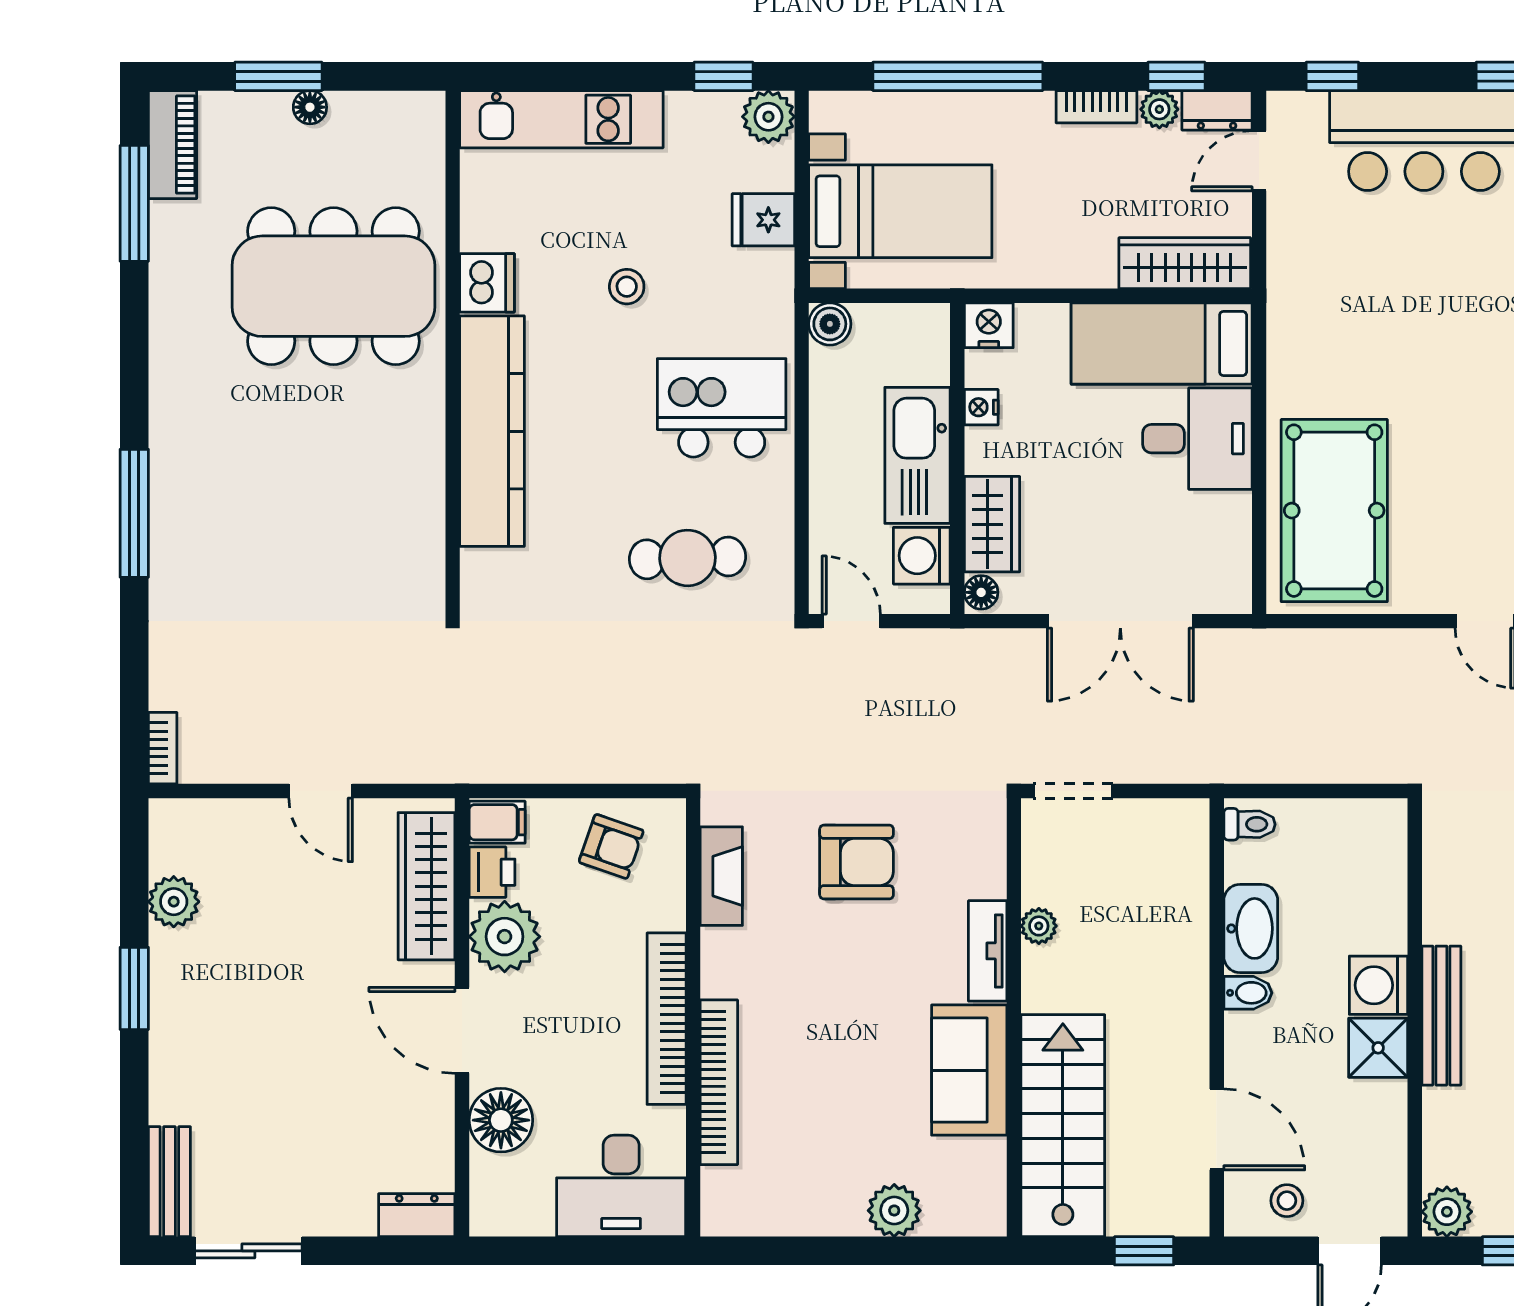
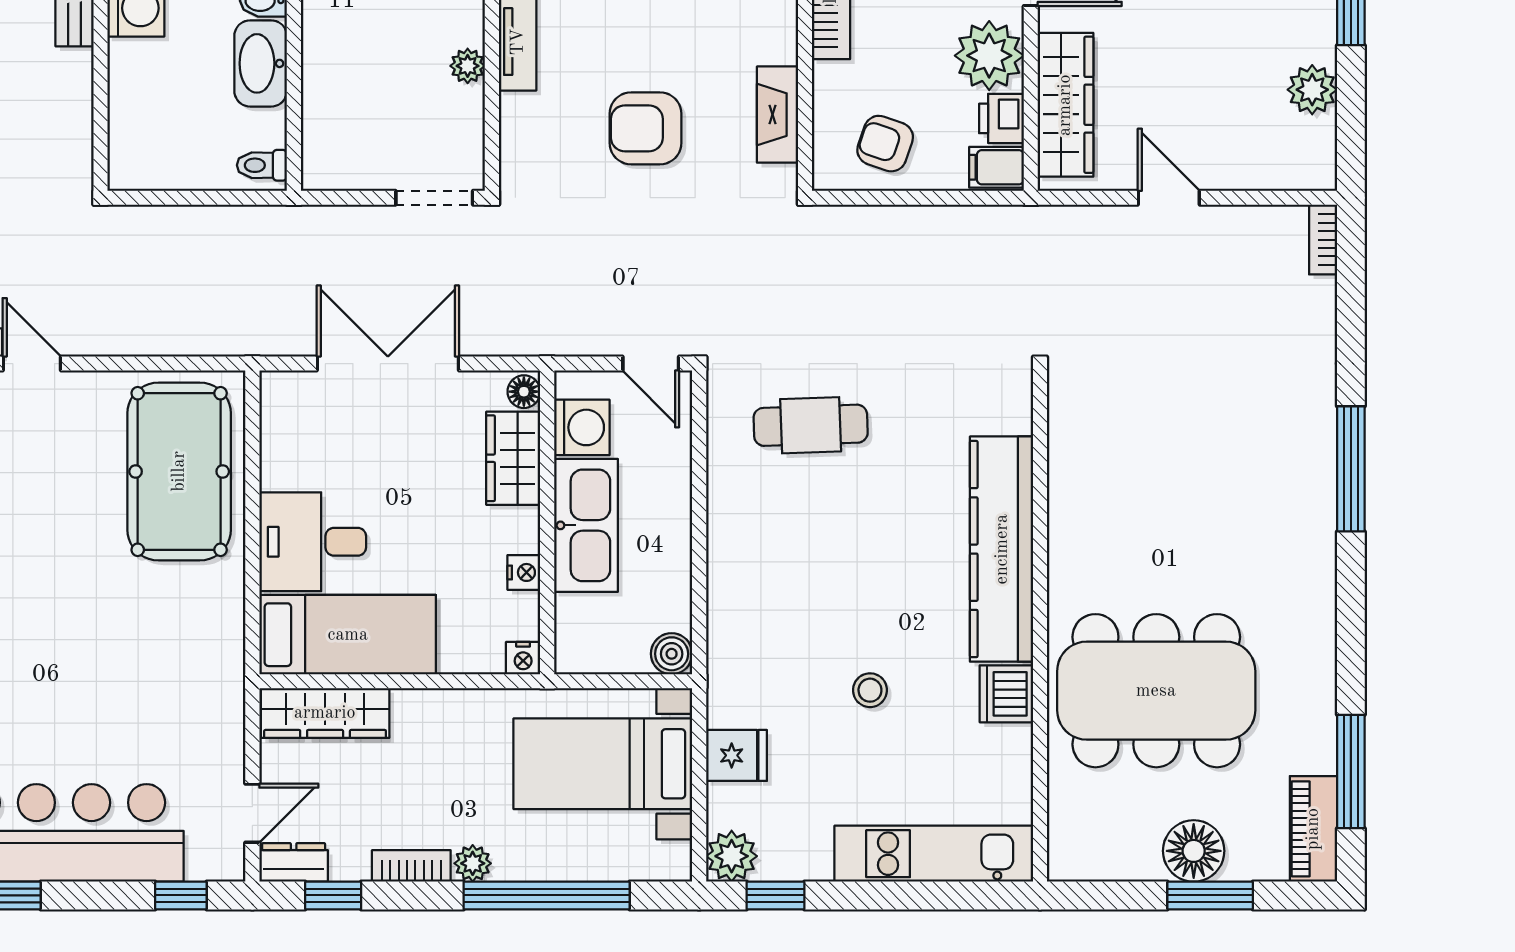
floor lamp: (310, 107) -> (1194, 851), width x1.89, depth x1.89
plant: (1159, 109) -> (473, 863), moved
nightstand: (989, 325) -> (523, 658), width x0.72, depth x0.74
kitchen island: (722, 408) -> (777, 572), removed

